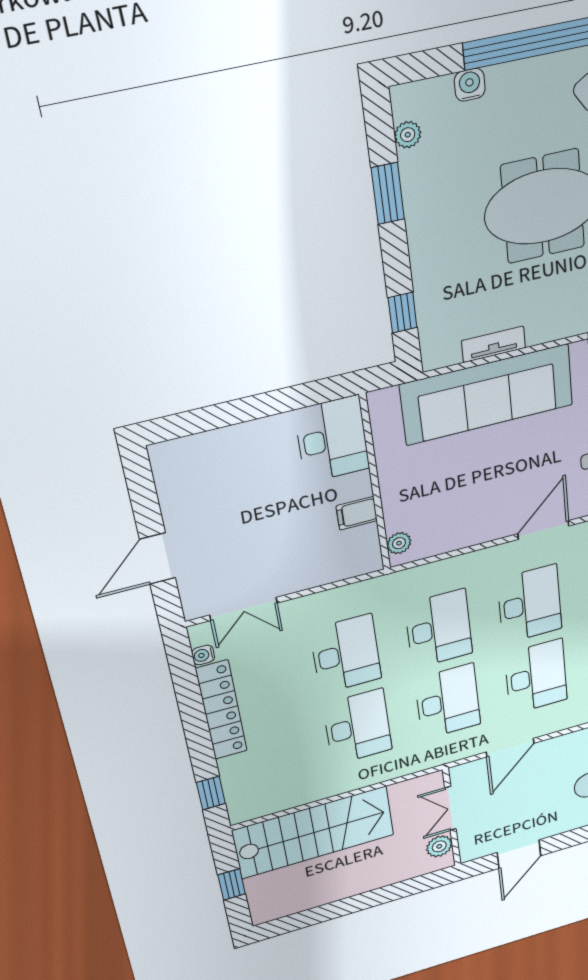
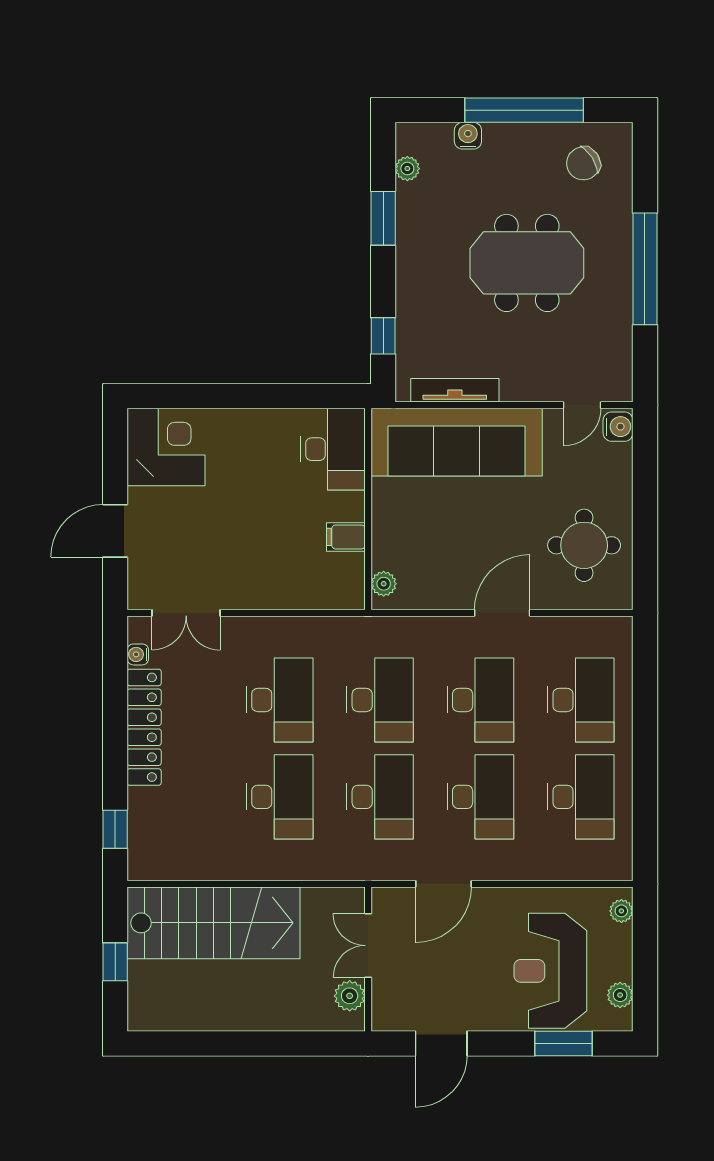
tv unit: (494, 344) -> (455, 390), width x1.41
desk: (332, 439) -> (333, 449), moved
corner desk: (194, 471) -> (166, 447), added
wall: (375, 484) -> (368, 509), moved
filing cabinet: (357, 513) -> (346, 537), moved
plant: (399, 543) -> (384, 584), moved

